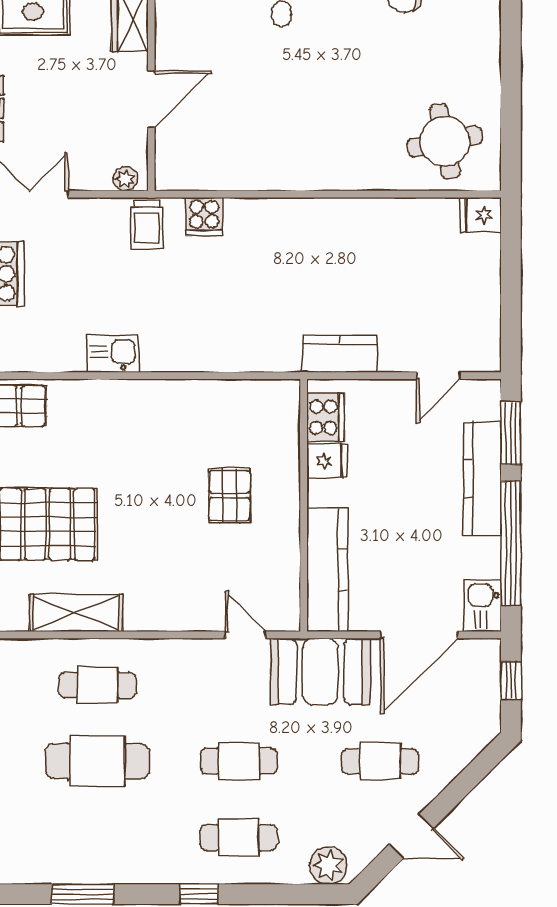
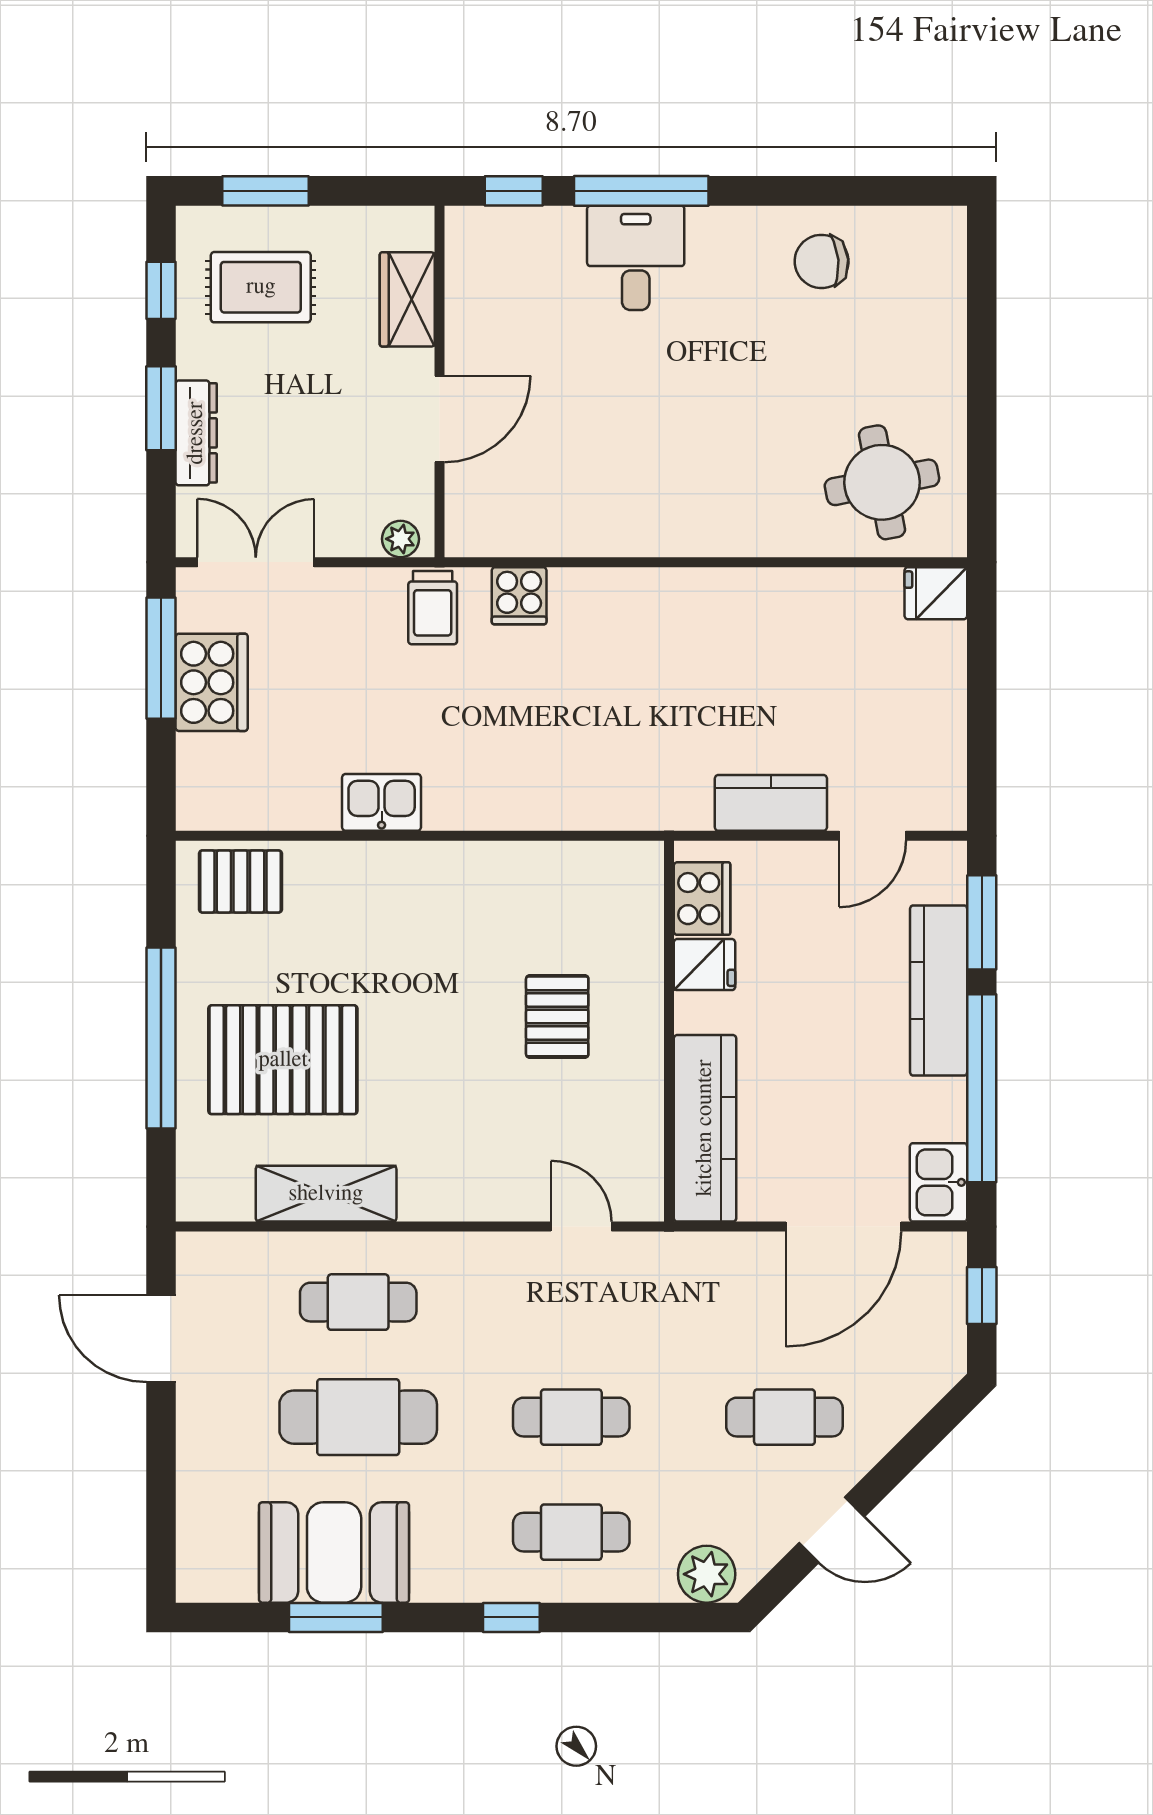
kitchen counter: (340, 354) -> (771, 803), moved
booth: (320, 671) -> (334, 1552), moved

